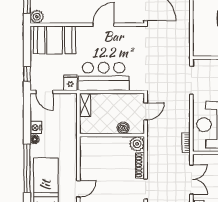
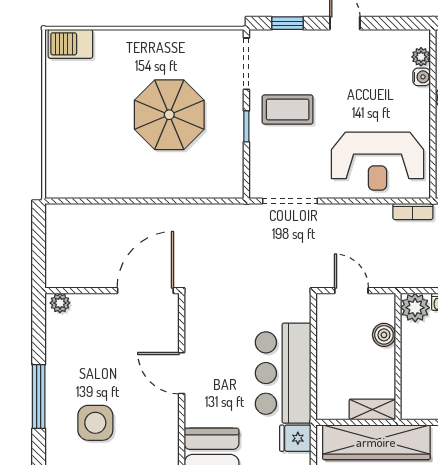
shelving: (85, 105) -> (372, 409), moved
wardrobe: (68, 124) -> (376, 442), added

